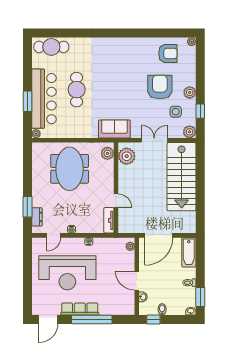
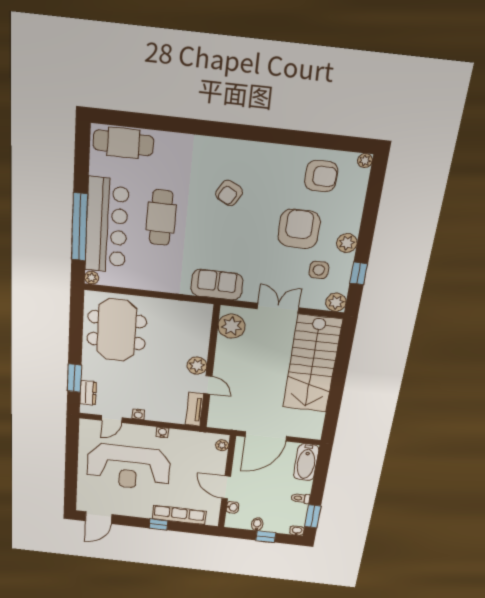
armchair: (116, 70) -> (229, 193), added
window: (27, 101) -> (79, 227), width x2.11
plant: (107, 153) -> (197, 366), moved
meeting table: (70, 169) -> (117, 330), moved
row of seats: (80, 309) -> (179, 515), moved
window: (92, 319) -> (158, 524), width x0.32
window: (153, 319) -> (266, 537), moved

